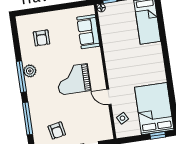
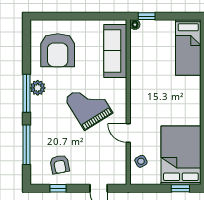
sofa: (88, 32) -> (115, 51), width x1.36
armchair: (41, 38) -> (58, 50), width x1.88, depth x1.88
grand piano: (73, 79) -> (89, 106), turned 58

